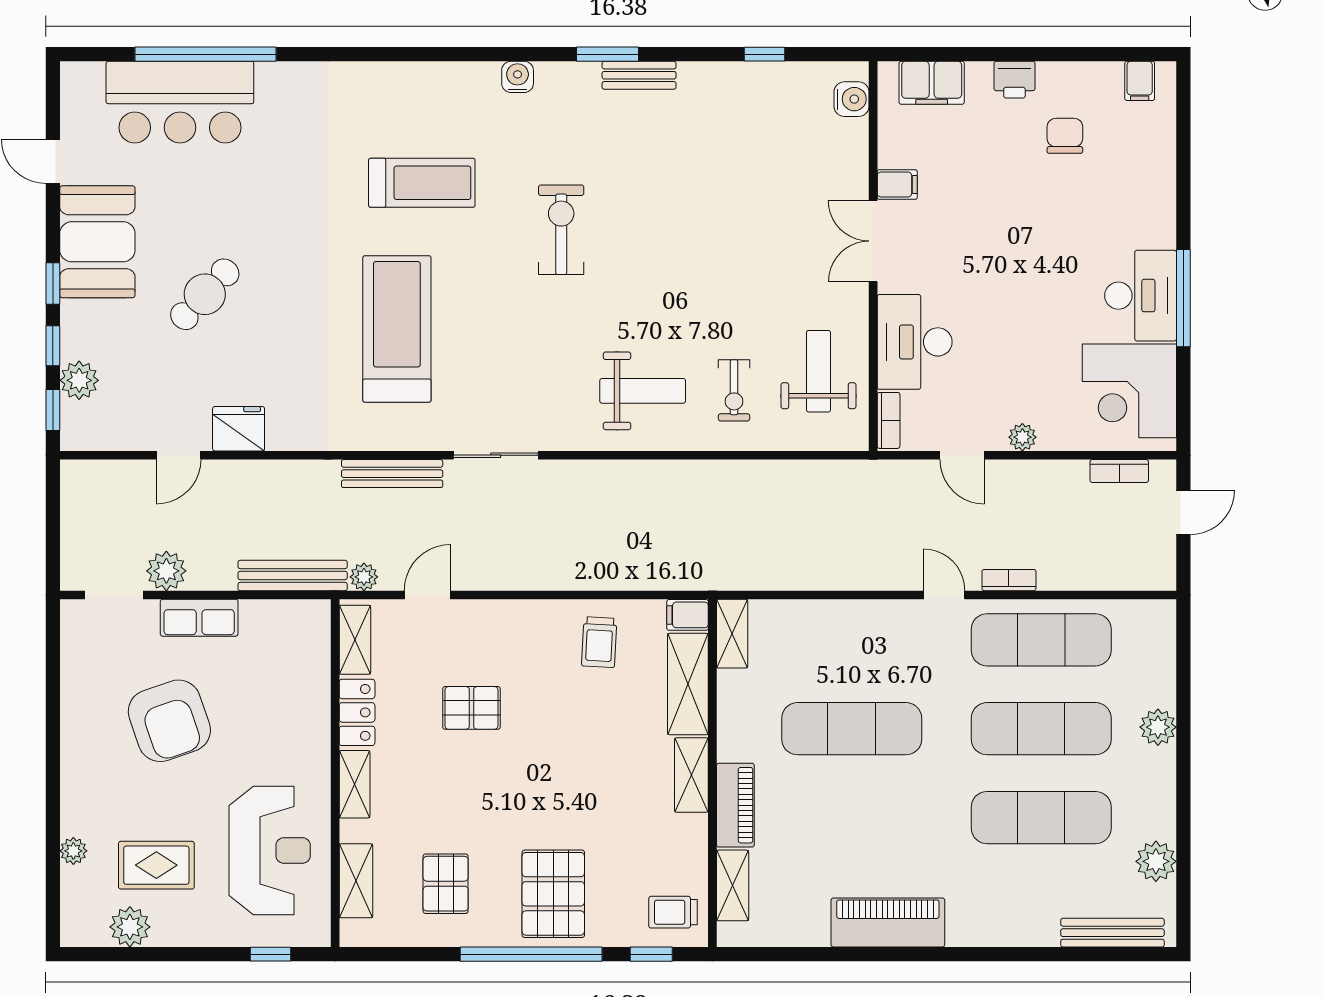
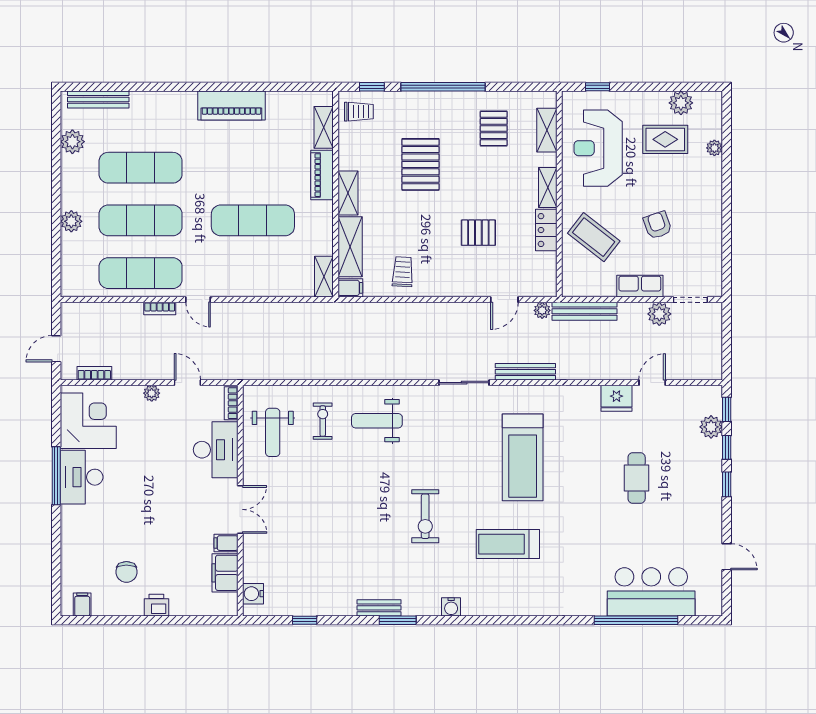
filing cabinet: (932, 83) -> (225, 573), moved, turned -90
booth: (97, 242) -> (700, 509), removed
cafe table: (205, 294) -> (637, 478), turned -43
shelving: (355, 640) -> (548, 273), removed
coffee table: (277, 700) -> (594, 237), added
armchair: (169, 721) -> (658, 225), width x0.53, depth x0.53
pallet: (553, 894) -> (421, 164), moved

